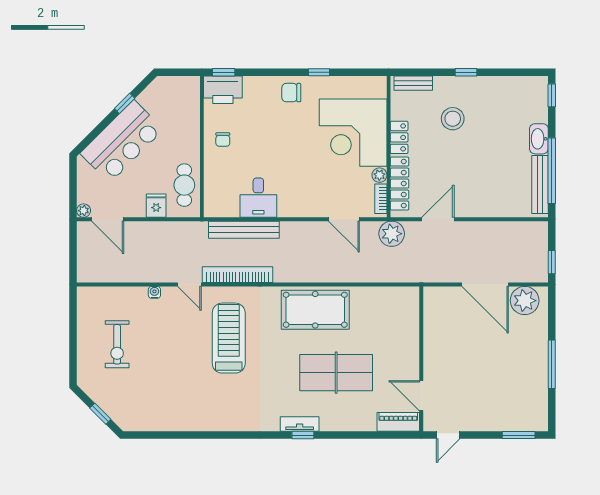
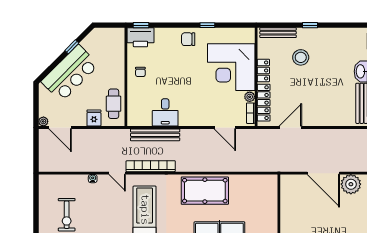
bench: (413, 83) -> (278, 33), width x1.36
plant: (392, 234) -> (258, 138), removed

